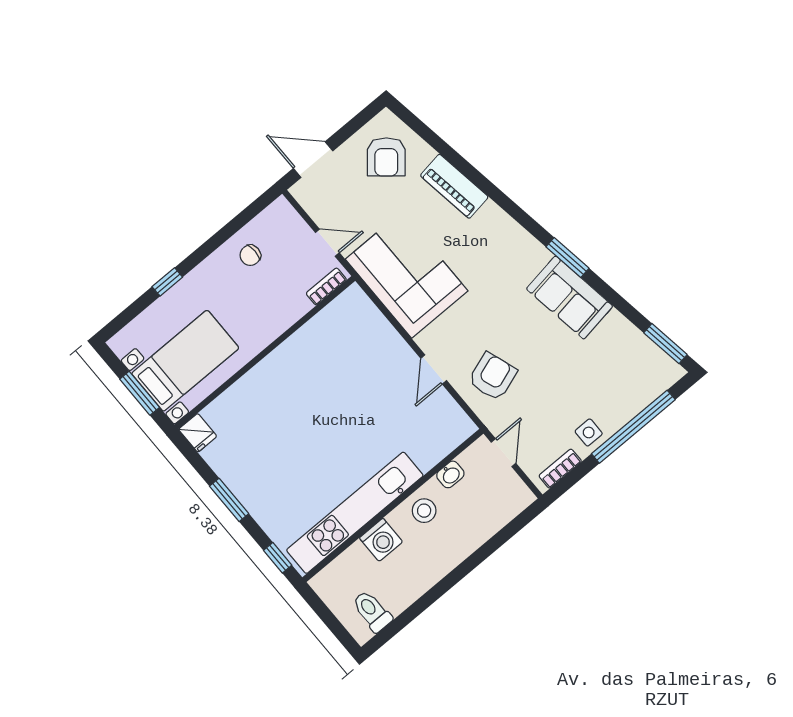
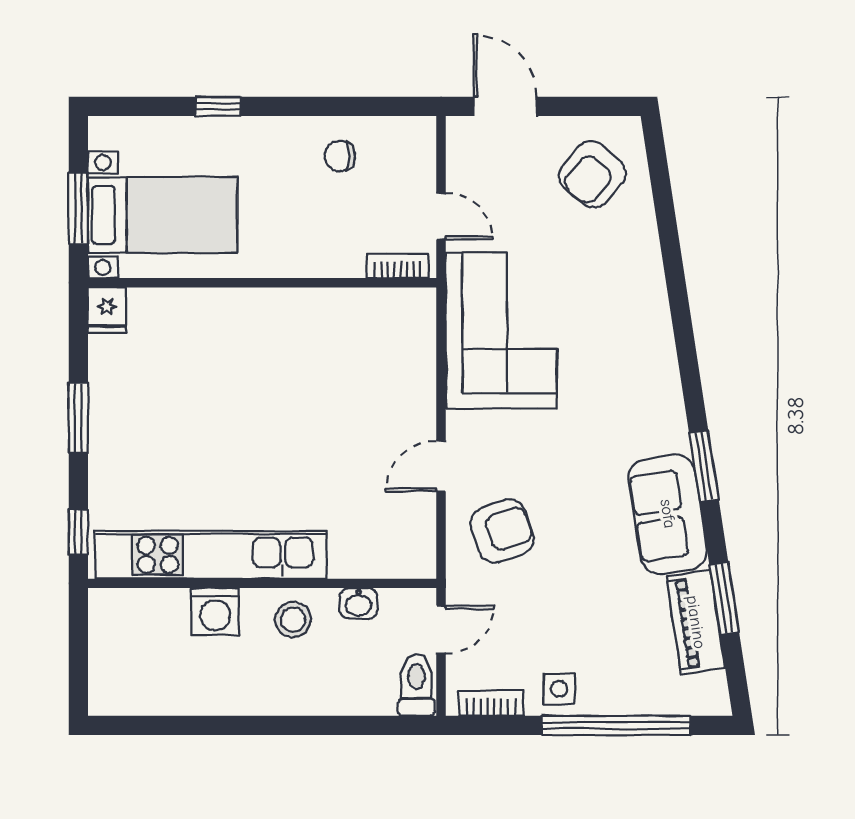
piano: (454, 186) -> (696, 622), moved
window: (665, 344) -> (724, 598), moved
toilet: (372, 611) -> (416, 685), moved

